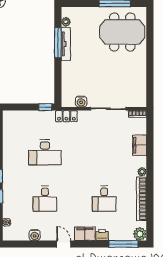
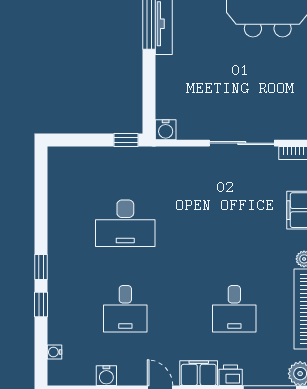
water cooler: (81, 101) -> (166, 130), moved
locker: (66, 116) -> (165, 157), removed

